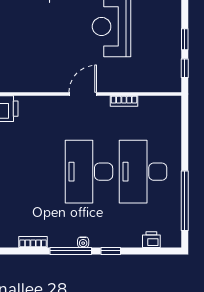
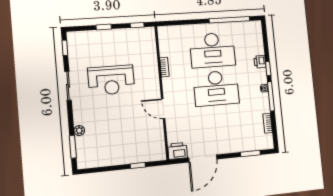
window: (185, 39) -> (104, 27), moved
door: (83, 94) -> (163, 109), moved
printer: (151, 240) -> (260, 62), moved

